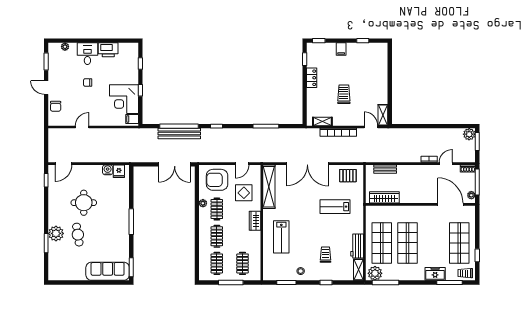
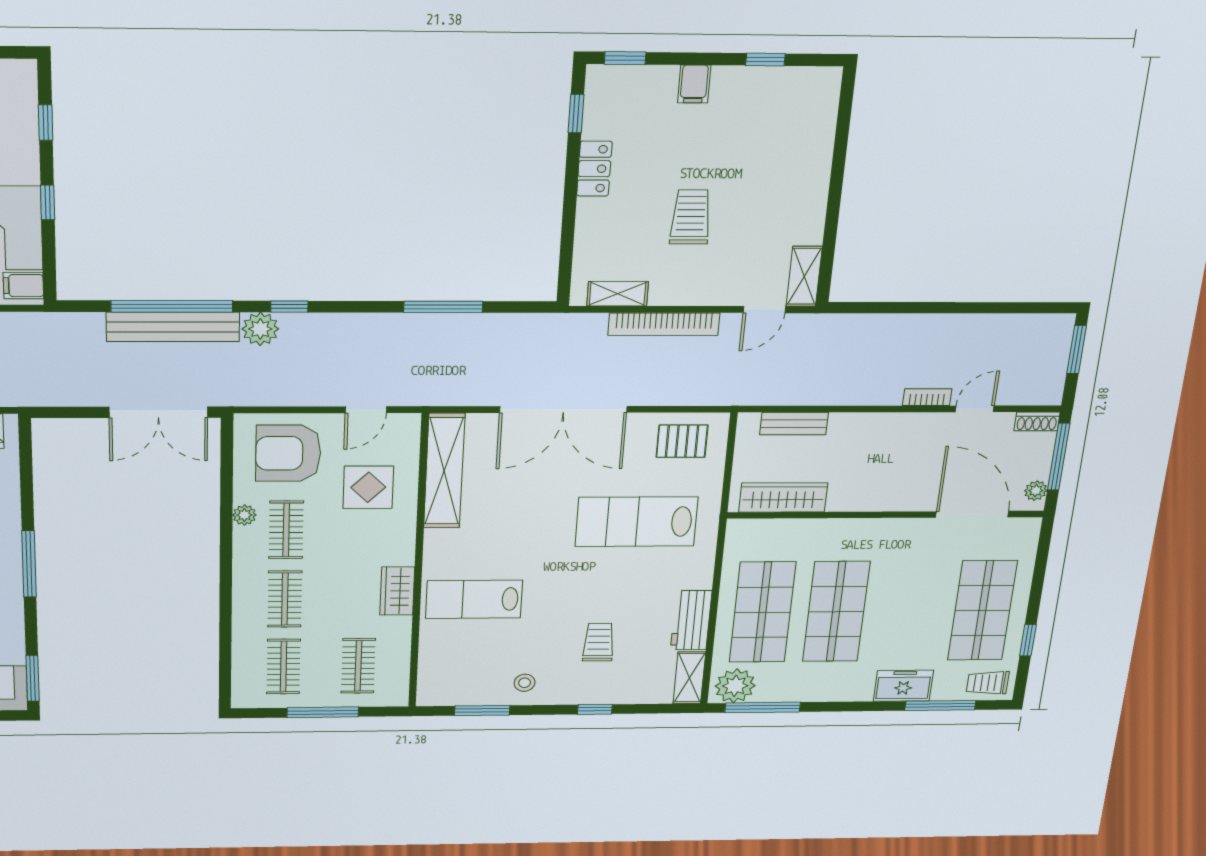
door: (371, 127) -> (764, 310), swing flipped
plant: (469, 134) -> (260, 329), moved
lab bench: (335, 207) -> (637, 522), width x1.36, depth x1.39
wardrobe: (255, 221) -> (397, 591), moved
lab bench: (281, 237) -> (474, 599), turned 90

